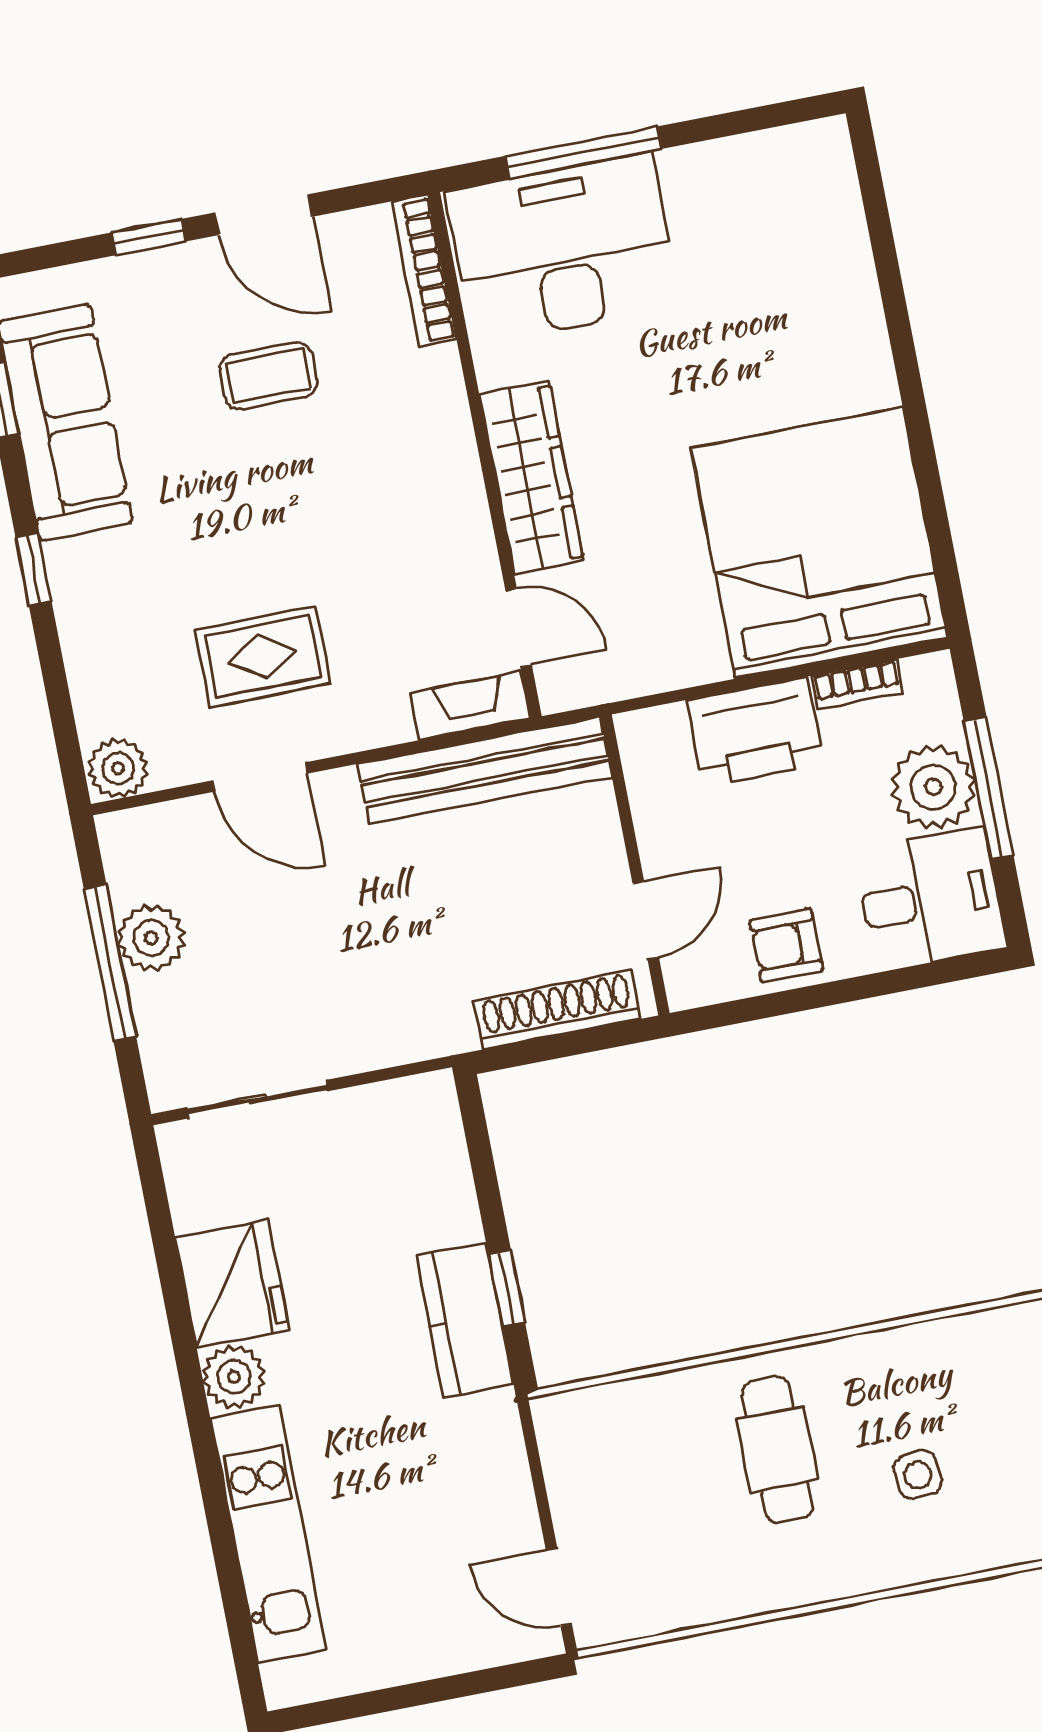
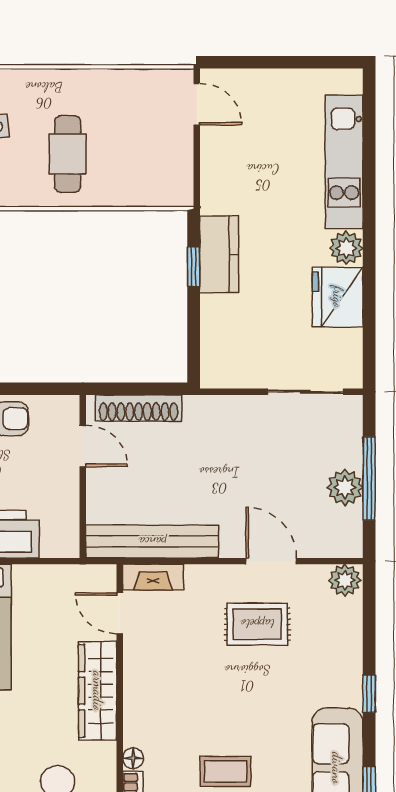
floor lamp: (442, 367) -> (133, 758), added
door: (646, 921) -> (83, 446), swing flipped

